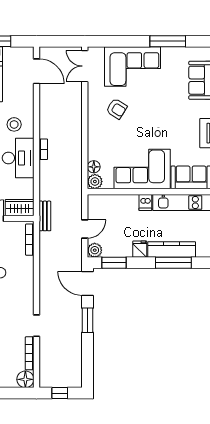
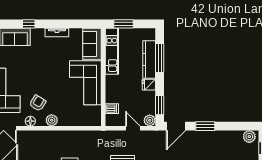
floor lamp: (94, 167) -> (30, 121), moved
plant: (95, 182) -> (52, 120), moved
dishwasher: (145, 202) -> (112, 109), moved
plant: (74, 376) -> (249, 137), added

